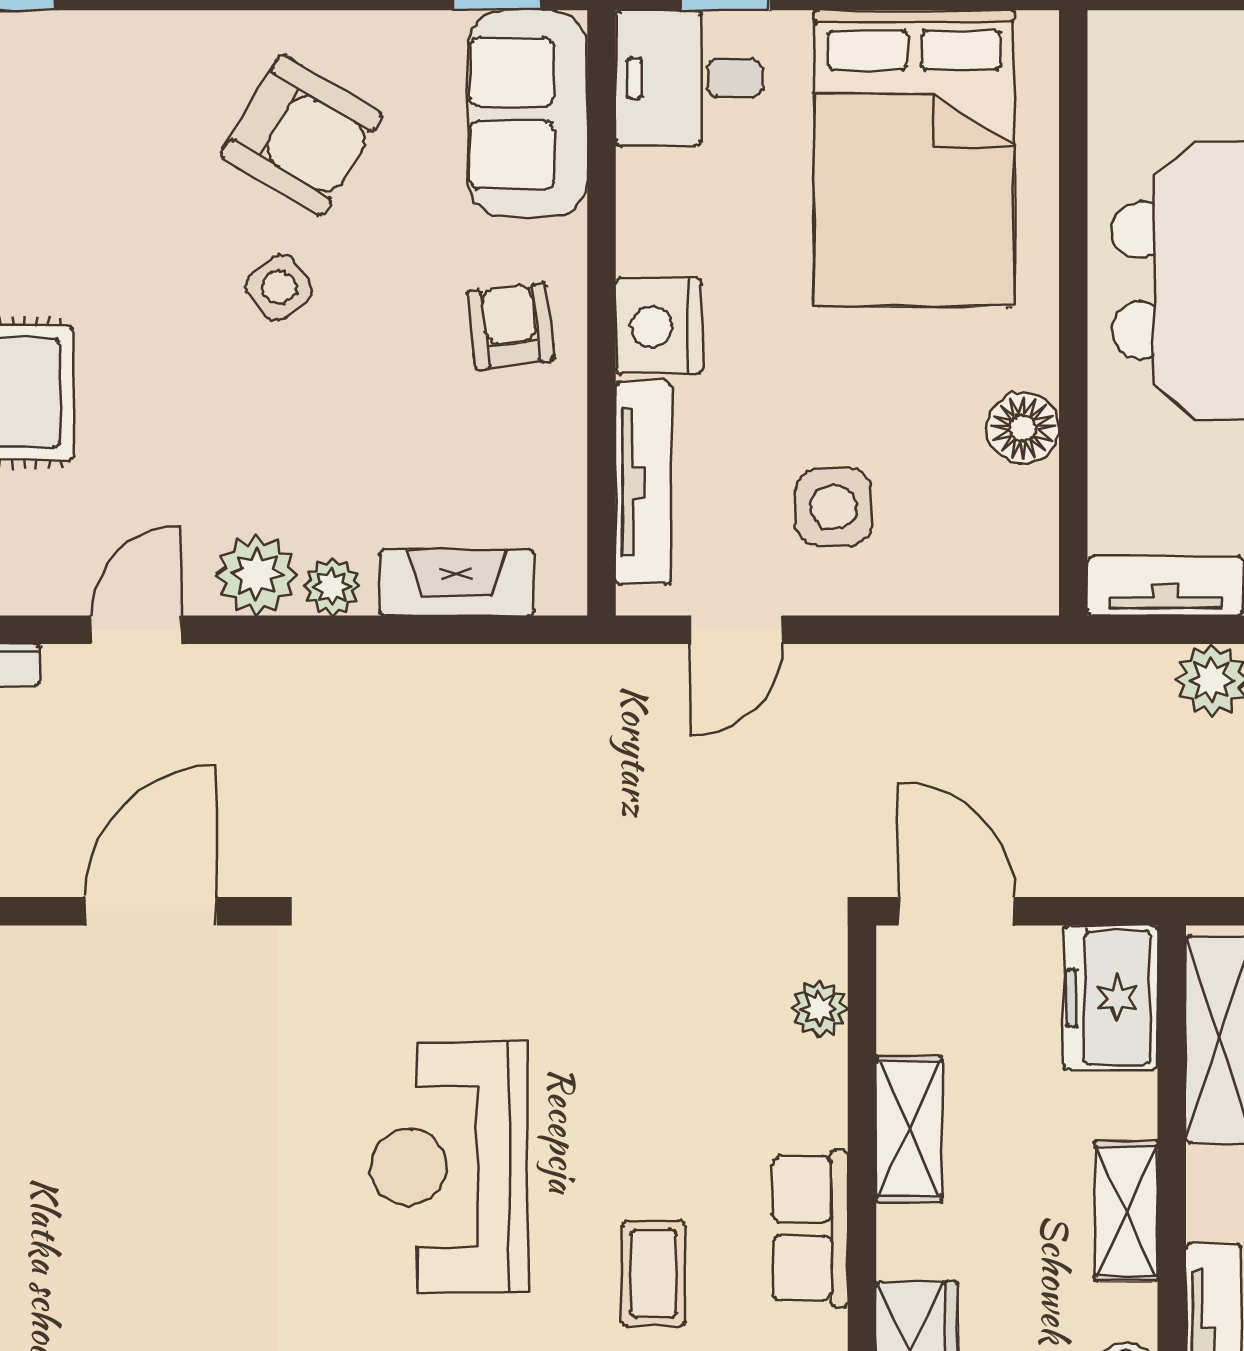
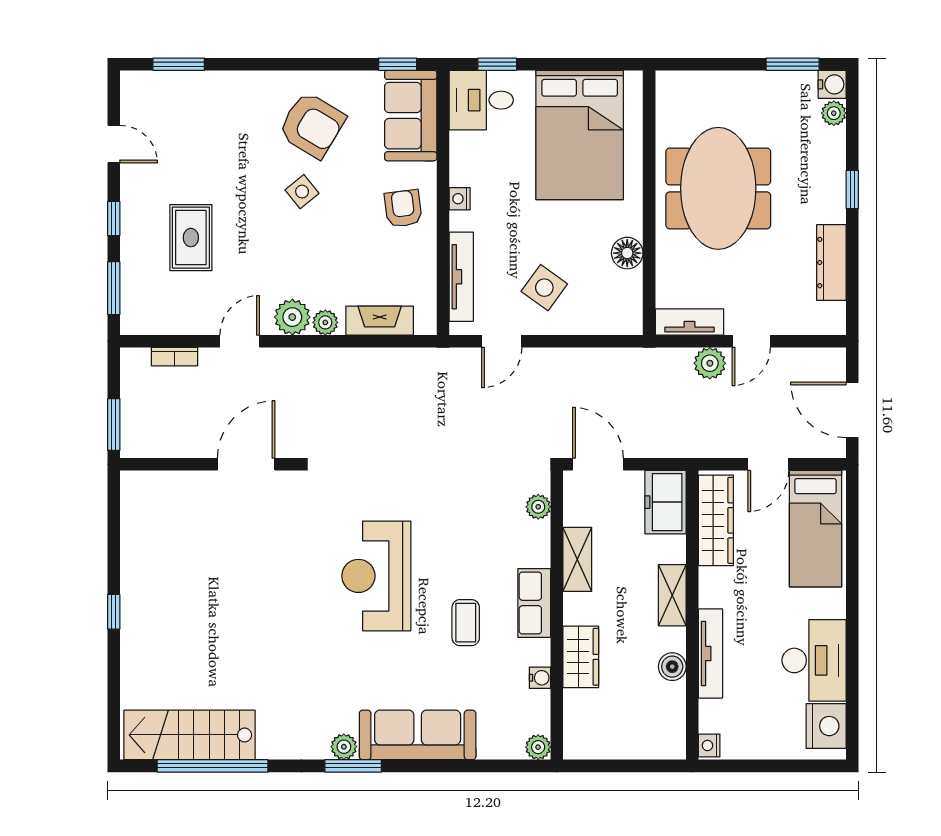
nightstand: (659, 326) -> (460, 199), width x0.53, depth x0.56
side table: (833, 507) -> (544, 288), turned 36

